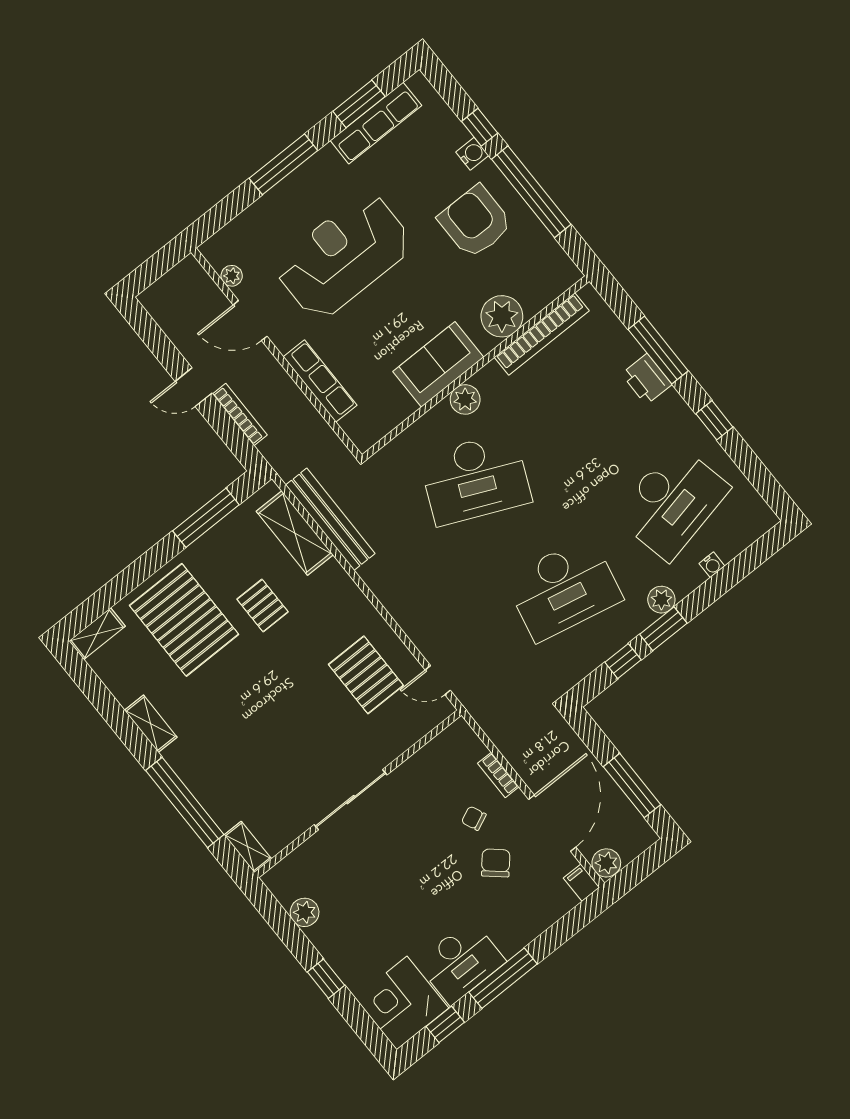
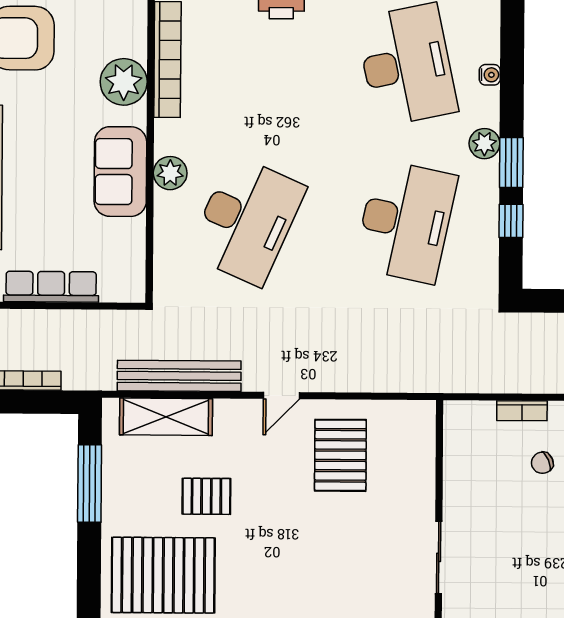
pallet: (366, 675) -> (340, 455), turned 90
door: (438, 680) -> (281, 395), moved
sliding door: (351, 800) -> (439, 557), width x0.73

